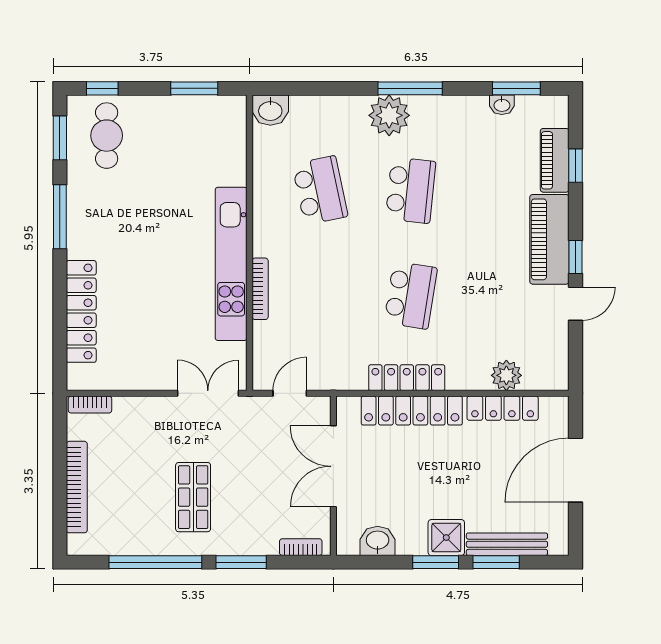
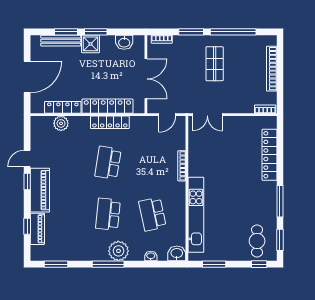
washbasin: (502, 105) -> (151, 256), moved
kitchen unit: (231, 264) -> (196, 215), moved

